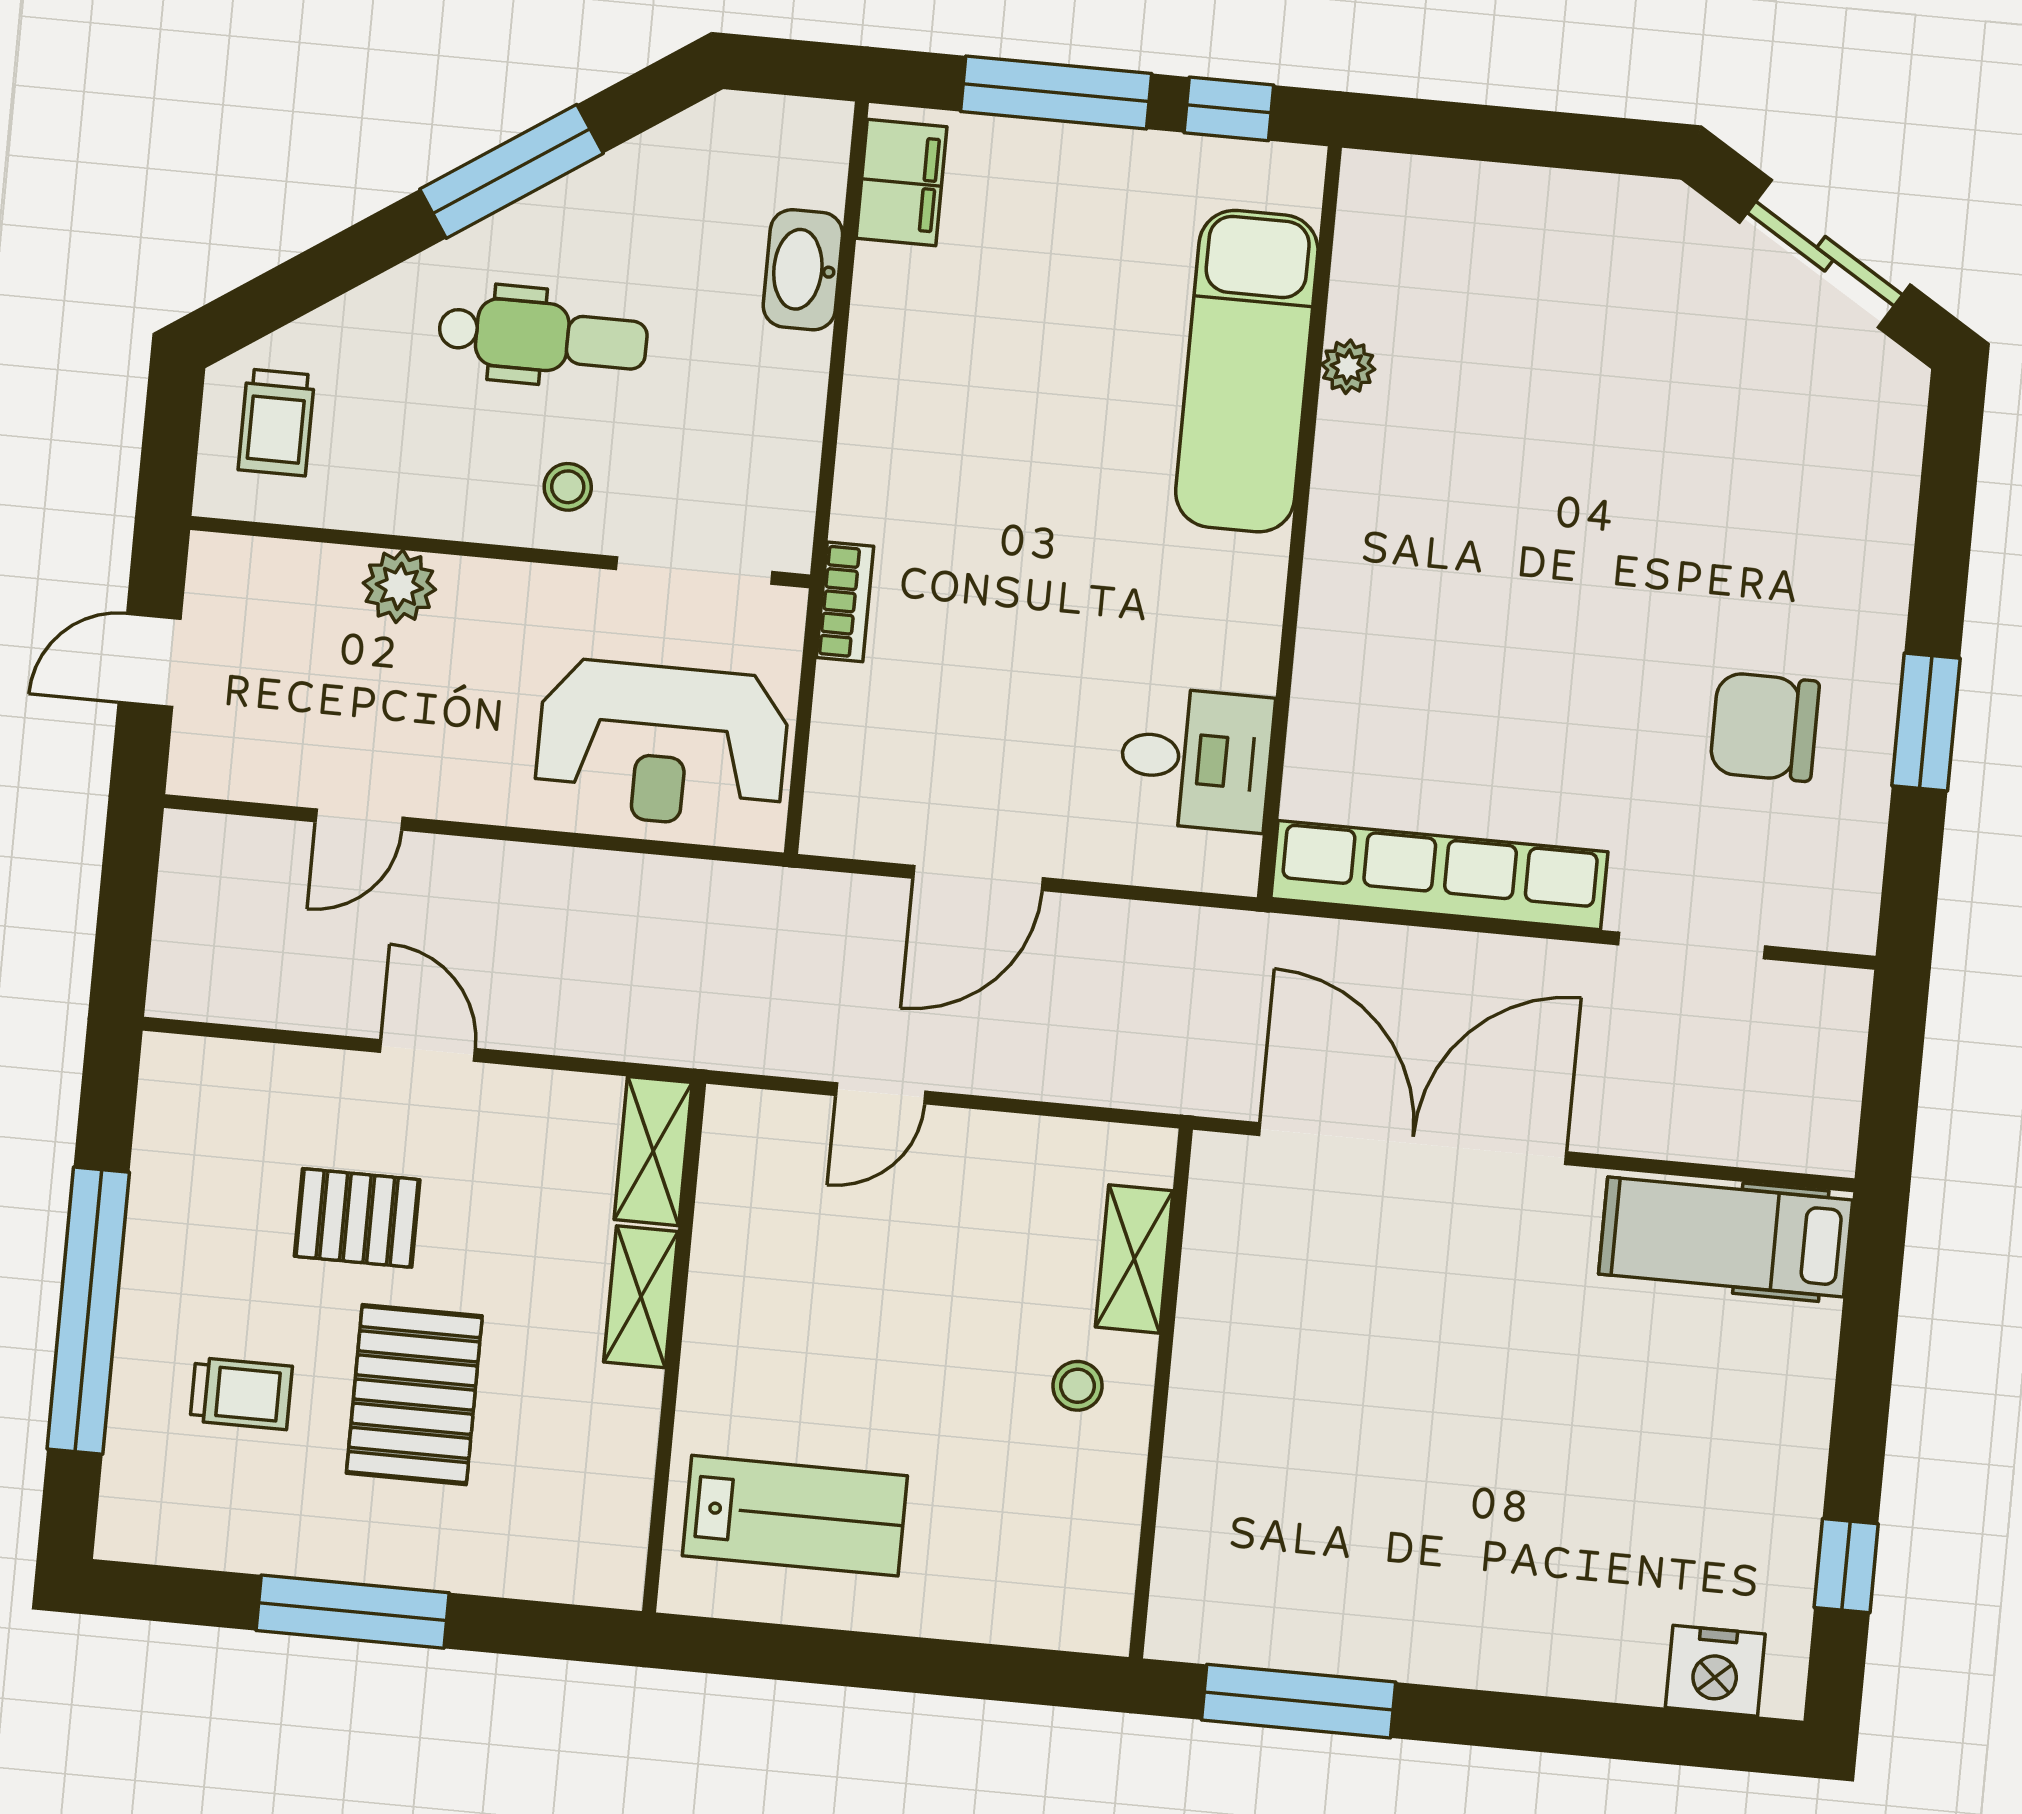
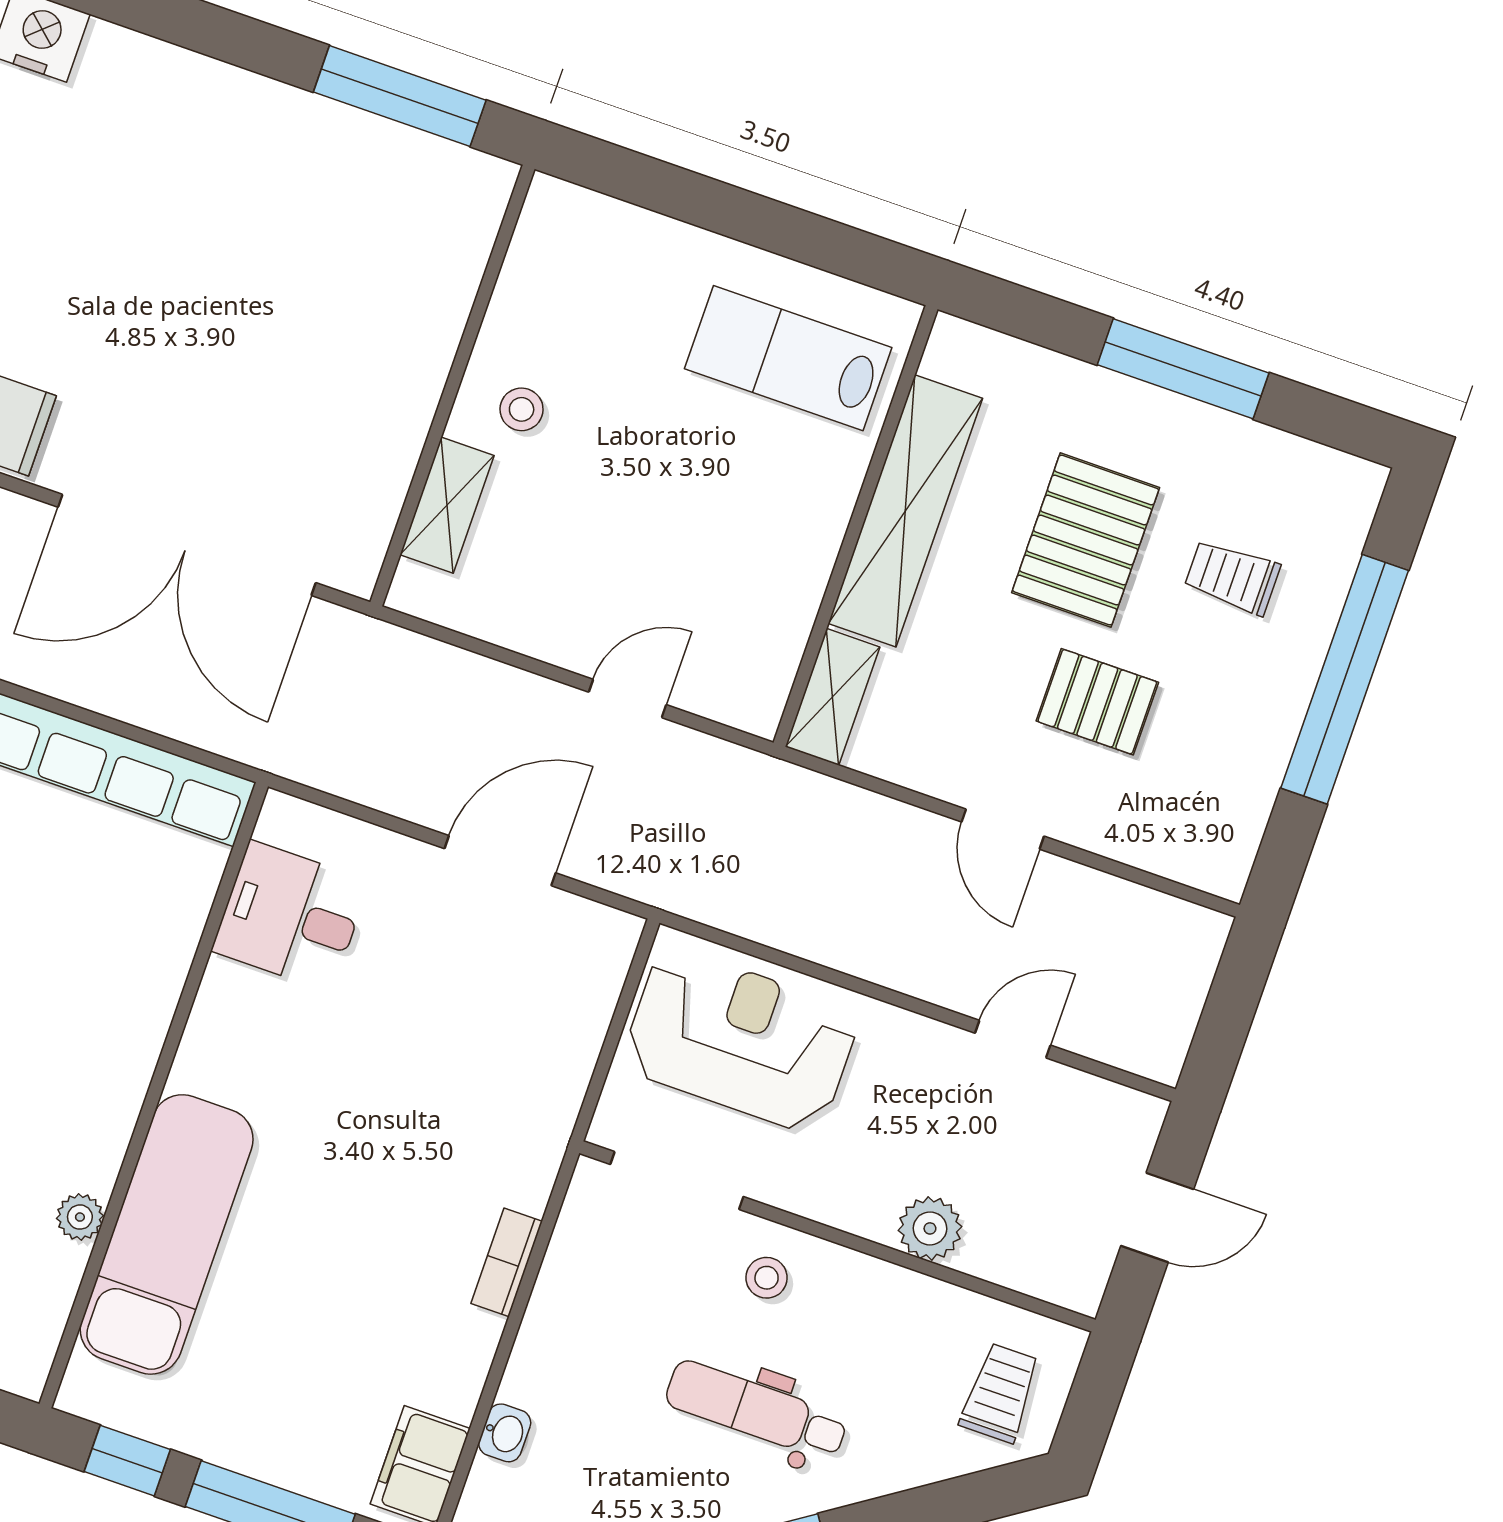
washbasin: (803, 270) -> (505, 1433), width x0.52, depth x0.69
bookcase: (845, 602) -> (507, 1262), moved
shelving: (641, 1297) -> (905, 511), width x2.20, depth x1.33

